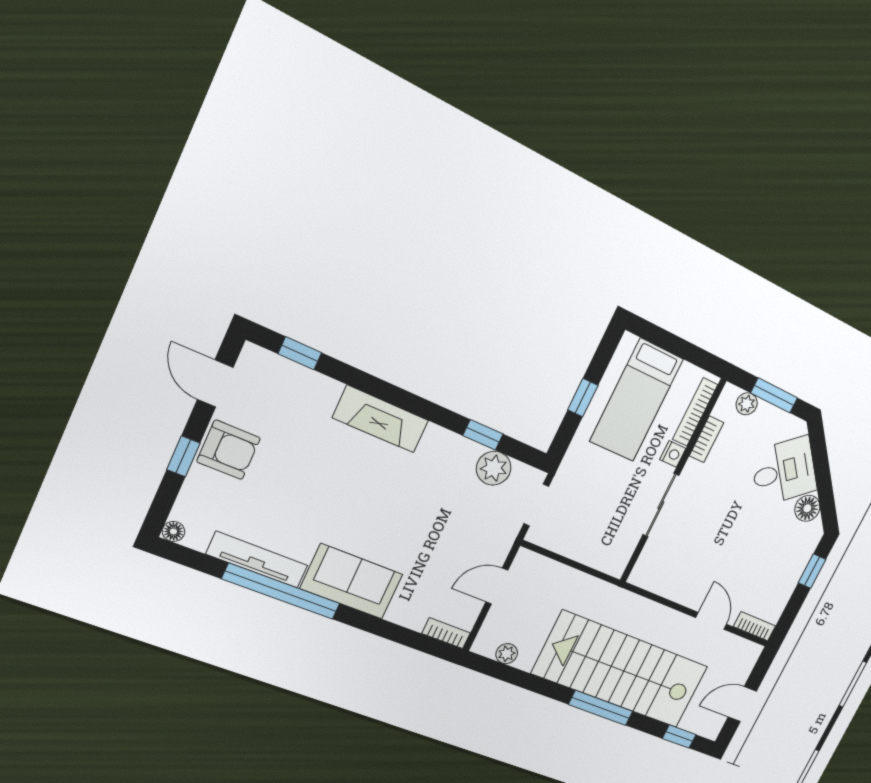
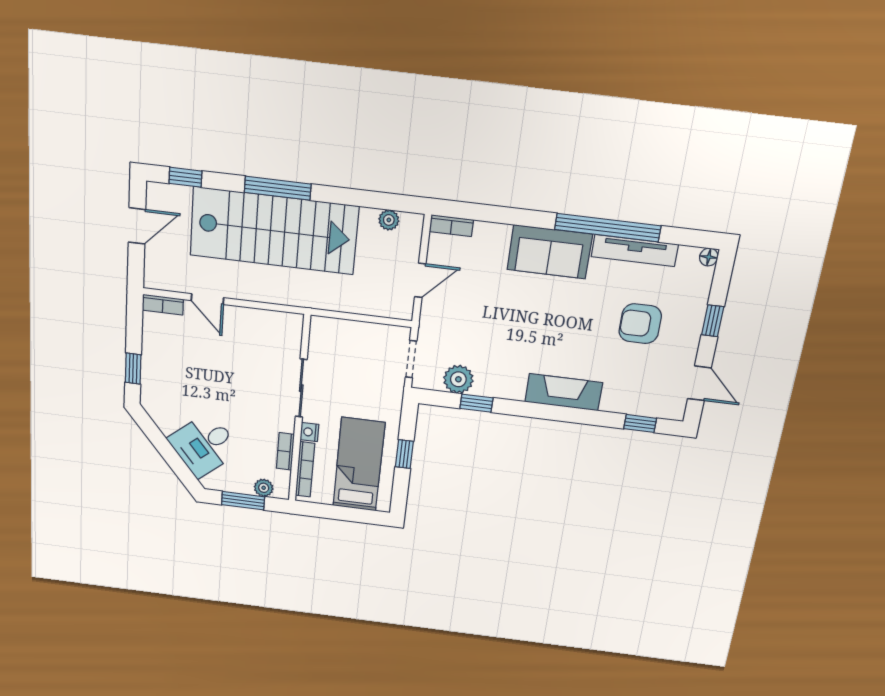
armchair: (229, 450) -> (640, 324), moved
floor lamp: (807, 508) -> (167, 421), removed

